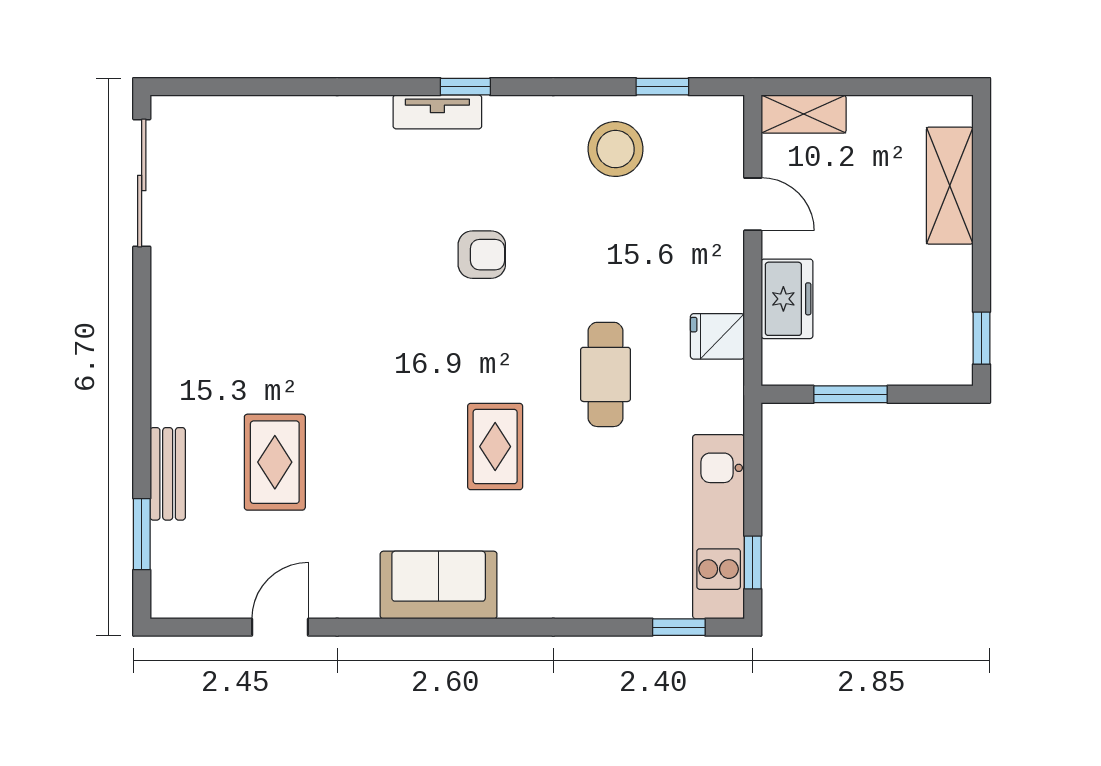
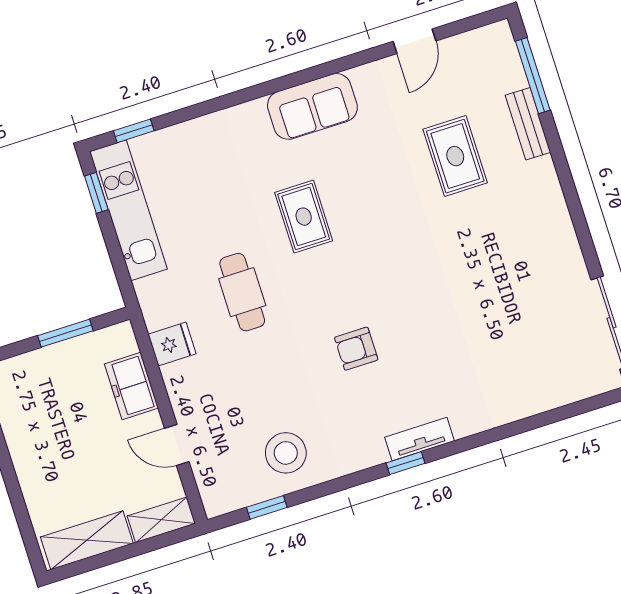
shelving: (950, 186) -> (87, 540), moved, turned 90
window: (142, 534) -> (533, 76), width x1.44

